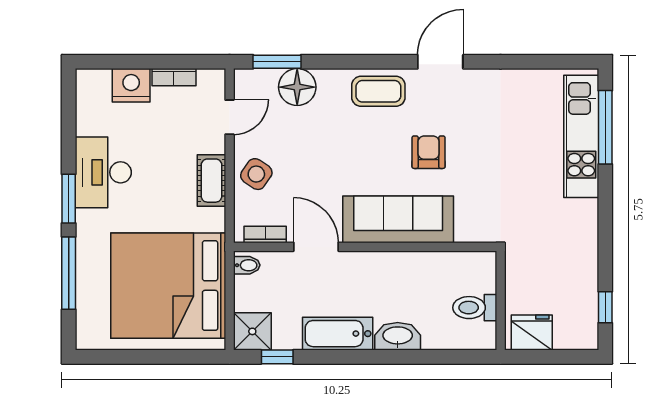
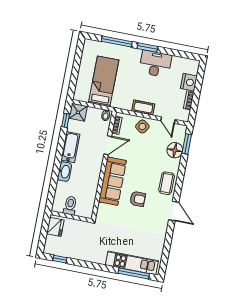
bed: (168, 286) -> (104, 81), width x0.49

